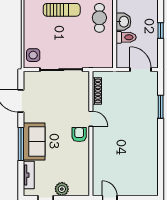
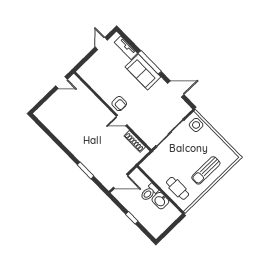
plant: (62, 189) -> (97, 59), removed

